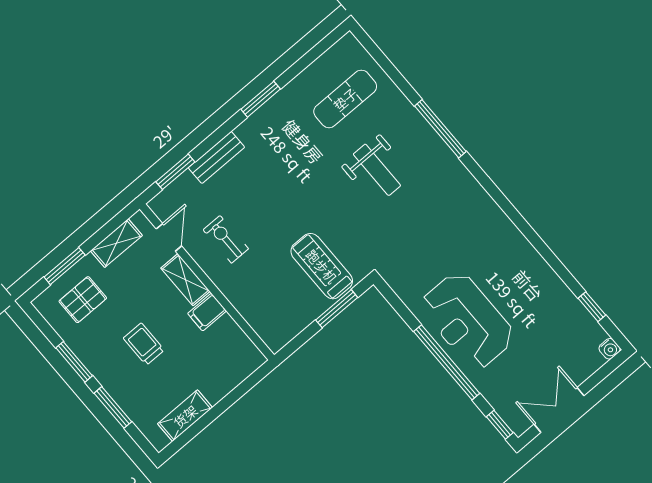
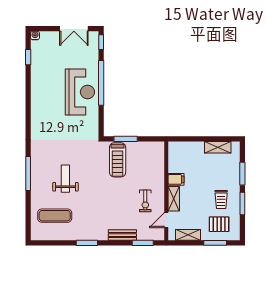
trolley: (144, 344) -> (221, 199), moved

